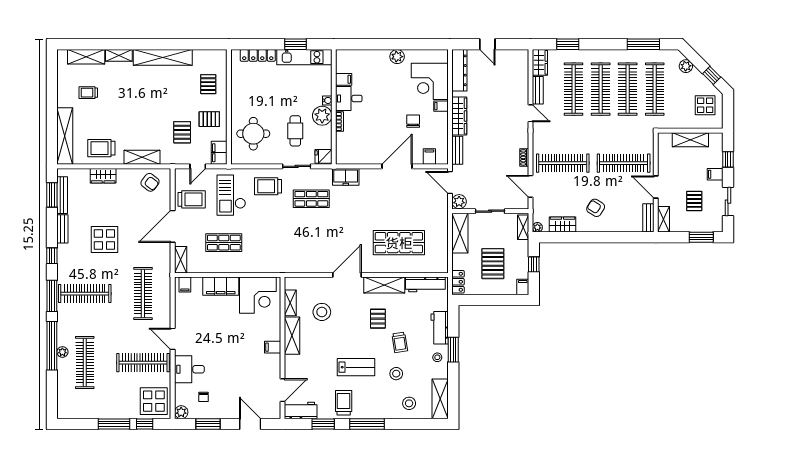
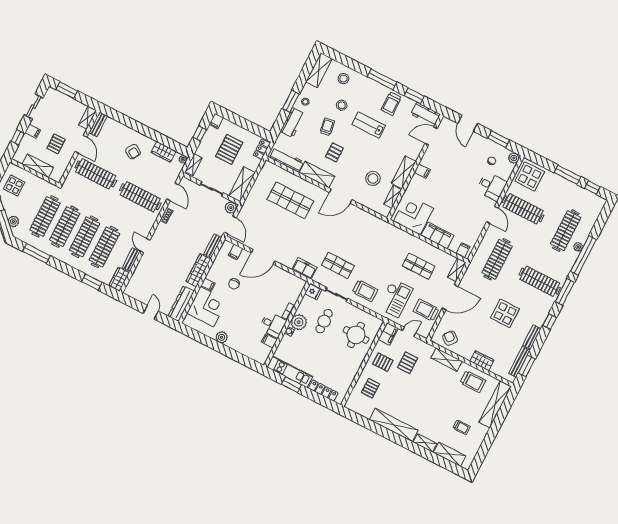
pallet: (694, 201) -> (56, 144), moved
window: (145, 424) -> (592, 187), moved

